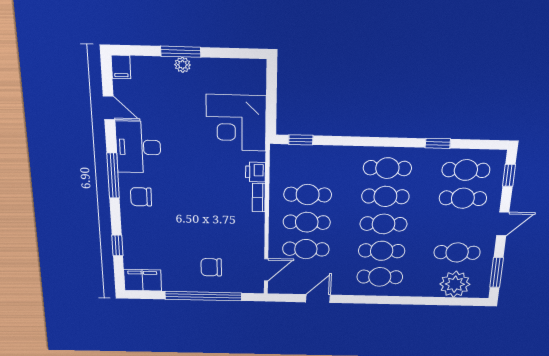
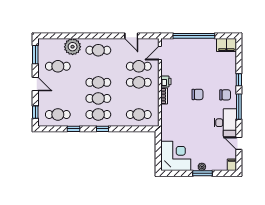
corner desk: (236, 123) -> (176, 156), moved
window: (301, 140) -> (102, 129), moved
printer: (256, 172) -> (166, 81), moved
cafe table: (308, 195) -> (139, 114), moved
cafe table: (463, 198) -> (58, 98), removed
door: (503, 224) -> (35, 84), swing flipped
window: (117, 245) -> (239, 80), moved
cafe table: (382, 251) -> (98, 66), removed
chair: (211, 267) -> (198, 94), moved
plant: (455, 284) -> (73, 47), moved
door: (318, 298) -> (131, 36), hinge flipped

